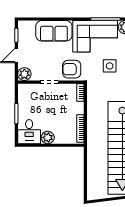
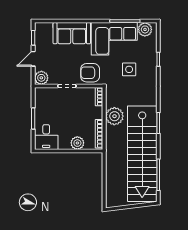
plant: (95, 111) -> (114, 116), added
plant: (48, 137) -> (77, 143), moved

